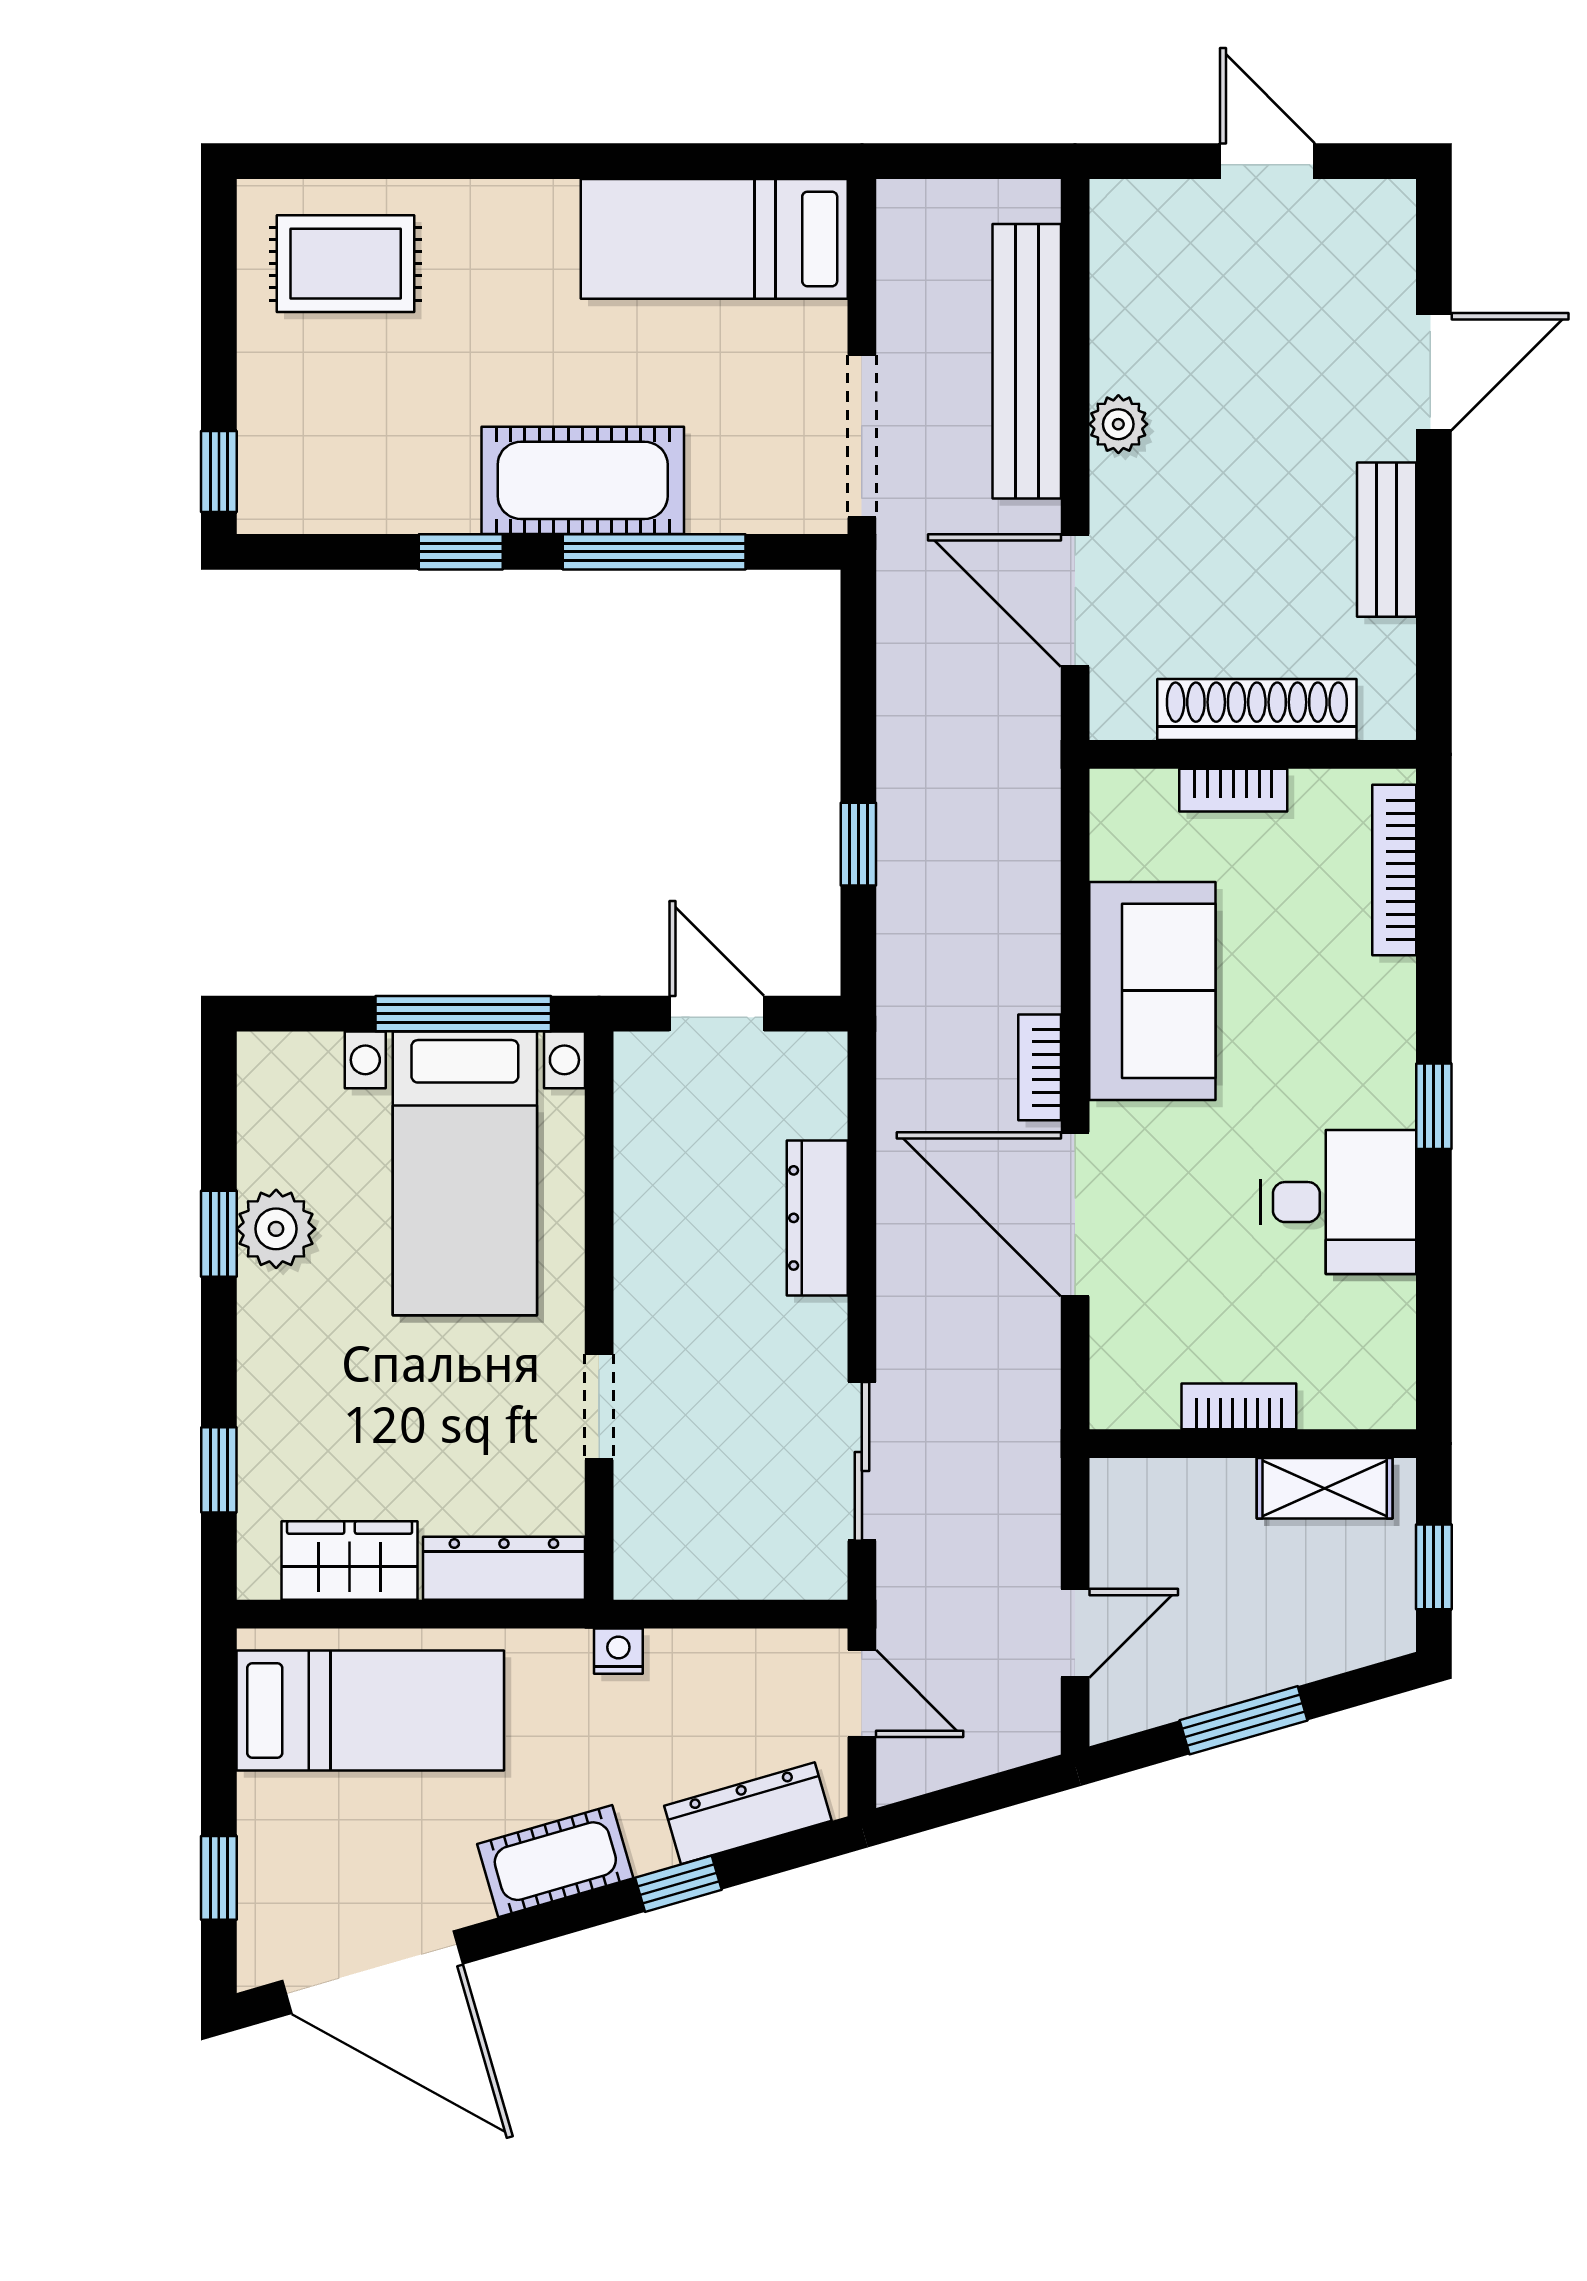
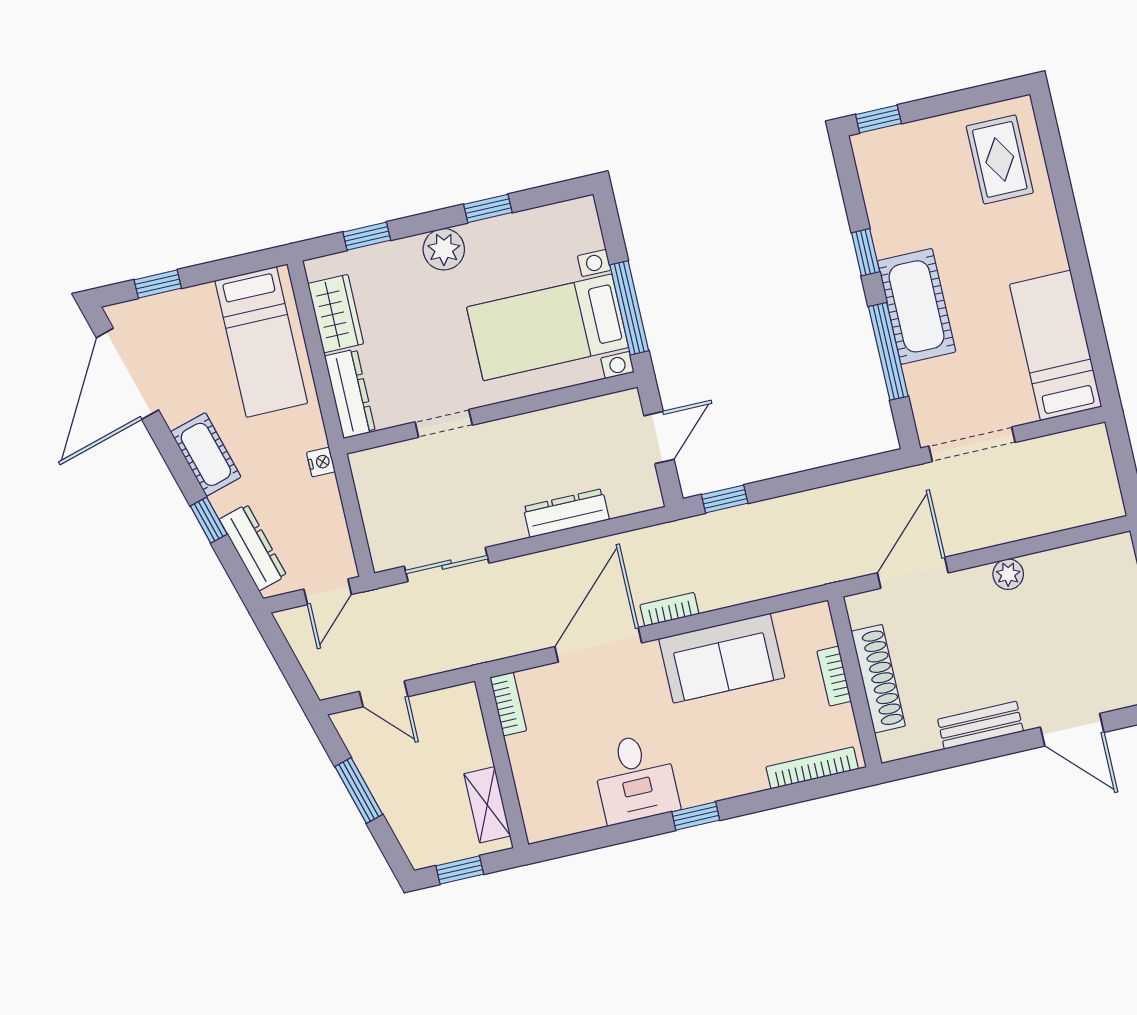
bench: (1027, 361) -> (1030, 520), removed
window: (858, 844) -> (725, 499), moved
plant: (276, 1229) -> (444, 249), moved
bookcase: (1239, 1406) -> (508, 704), moved

